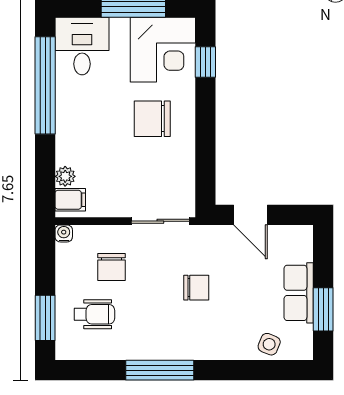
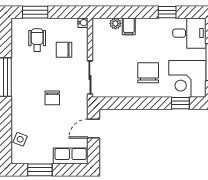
window: (45, 85) -> (167, 12), width x0.32
filing cabinet: (70, 200) -> (129, 26), moved
row of seats: (299, 293) -> (71, 156), moved
wheelchair: (94, 314) -> (37, 40), turned 180

